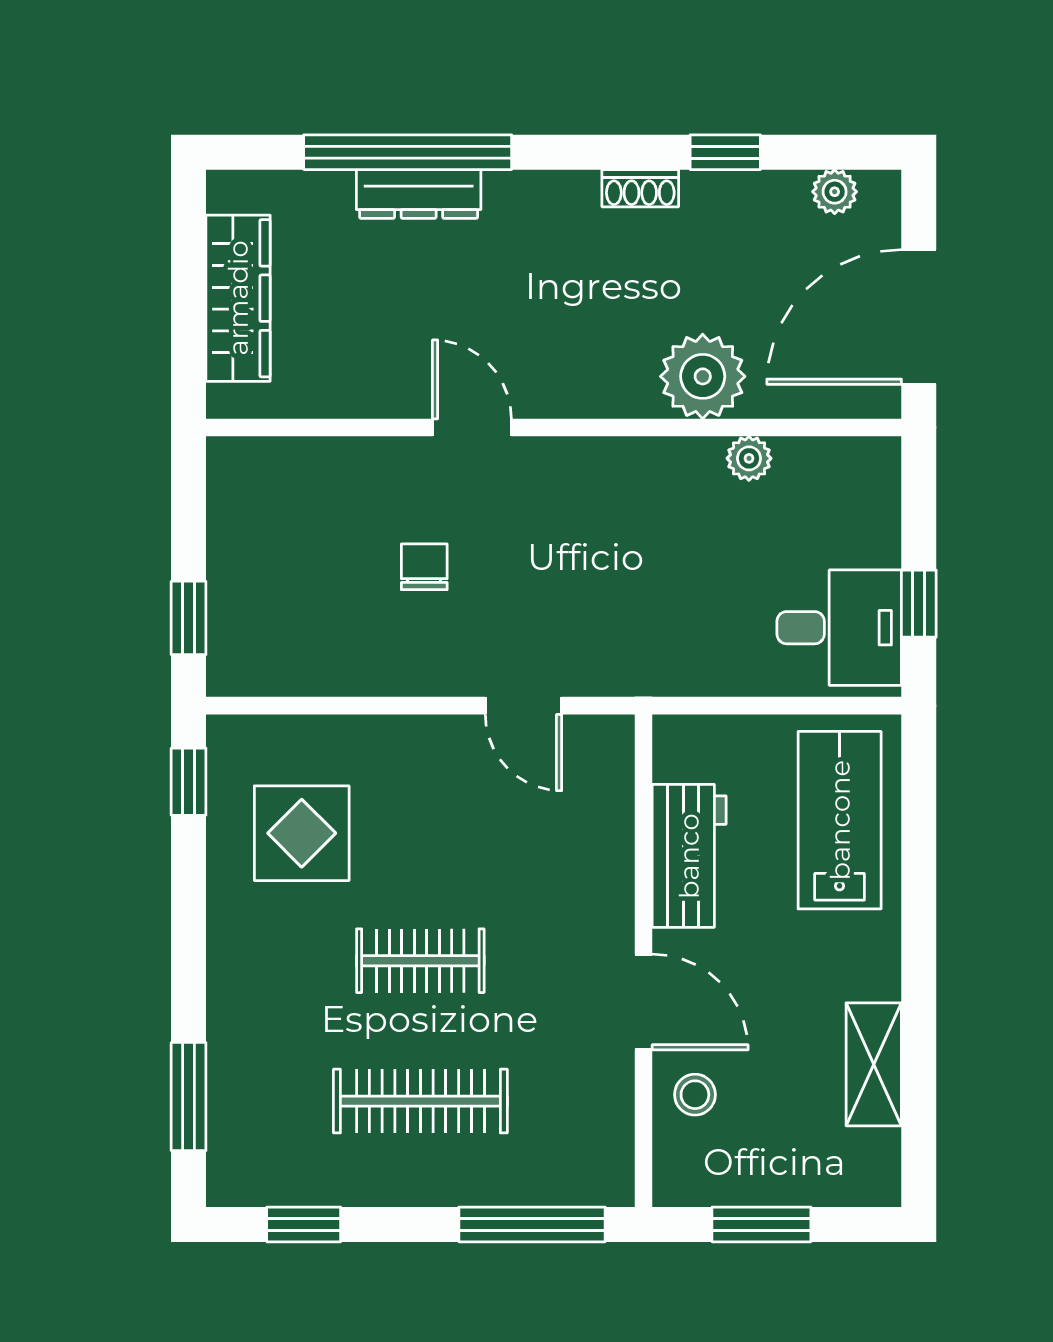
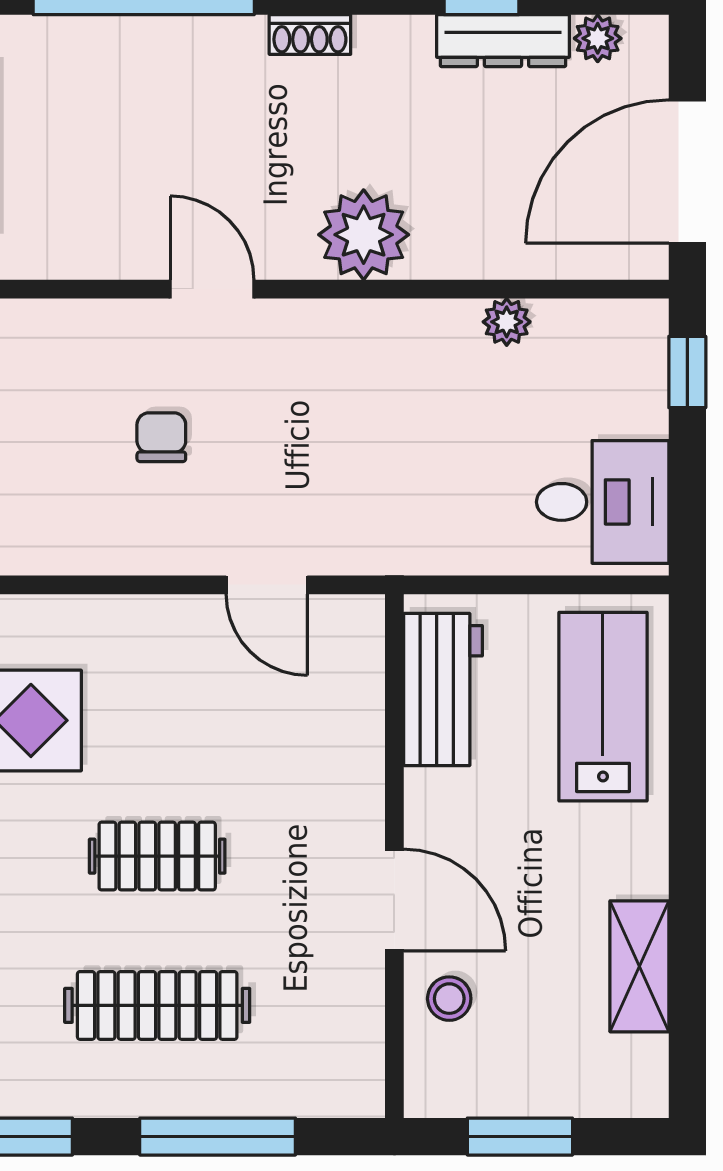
shoe rack: (640, 188) -> (310, 35), moved
dresser: (419, 194) -> (503, 41), moved
plant: (703, 376) -> (364, 235), moved
window: (919, 604) -> (687, 372), moved
workbench: (689, 856) -> (443, 689), moved
window: (532, 1224) -> (218, 1137), moved

